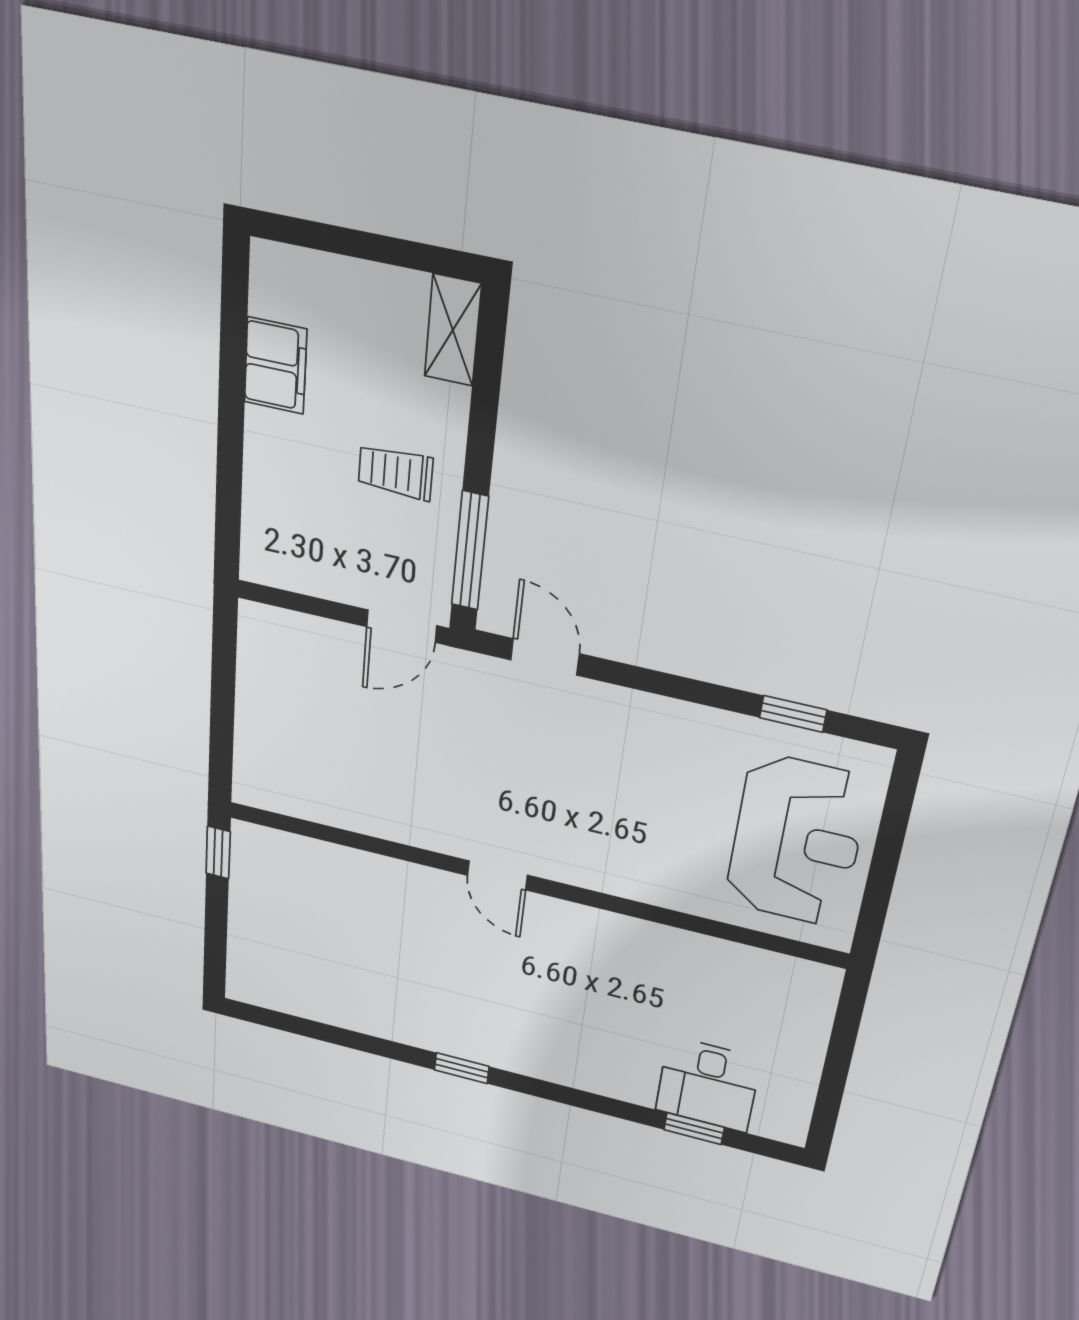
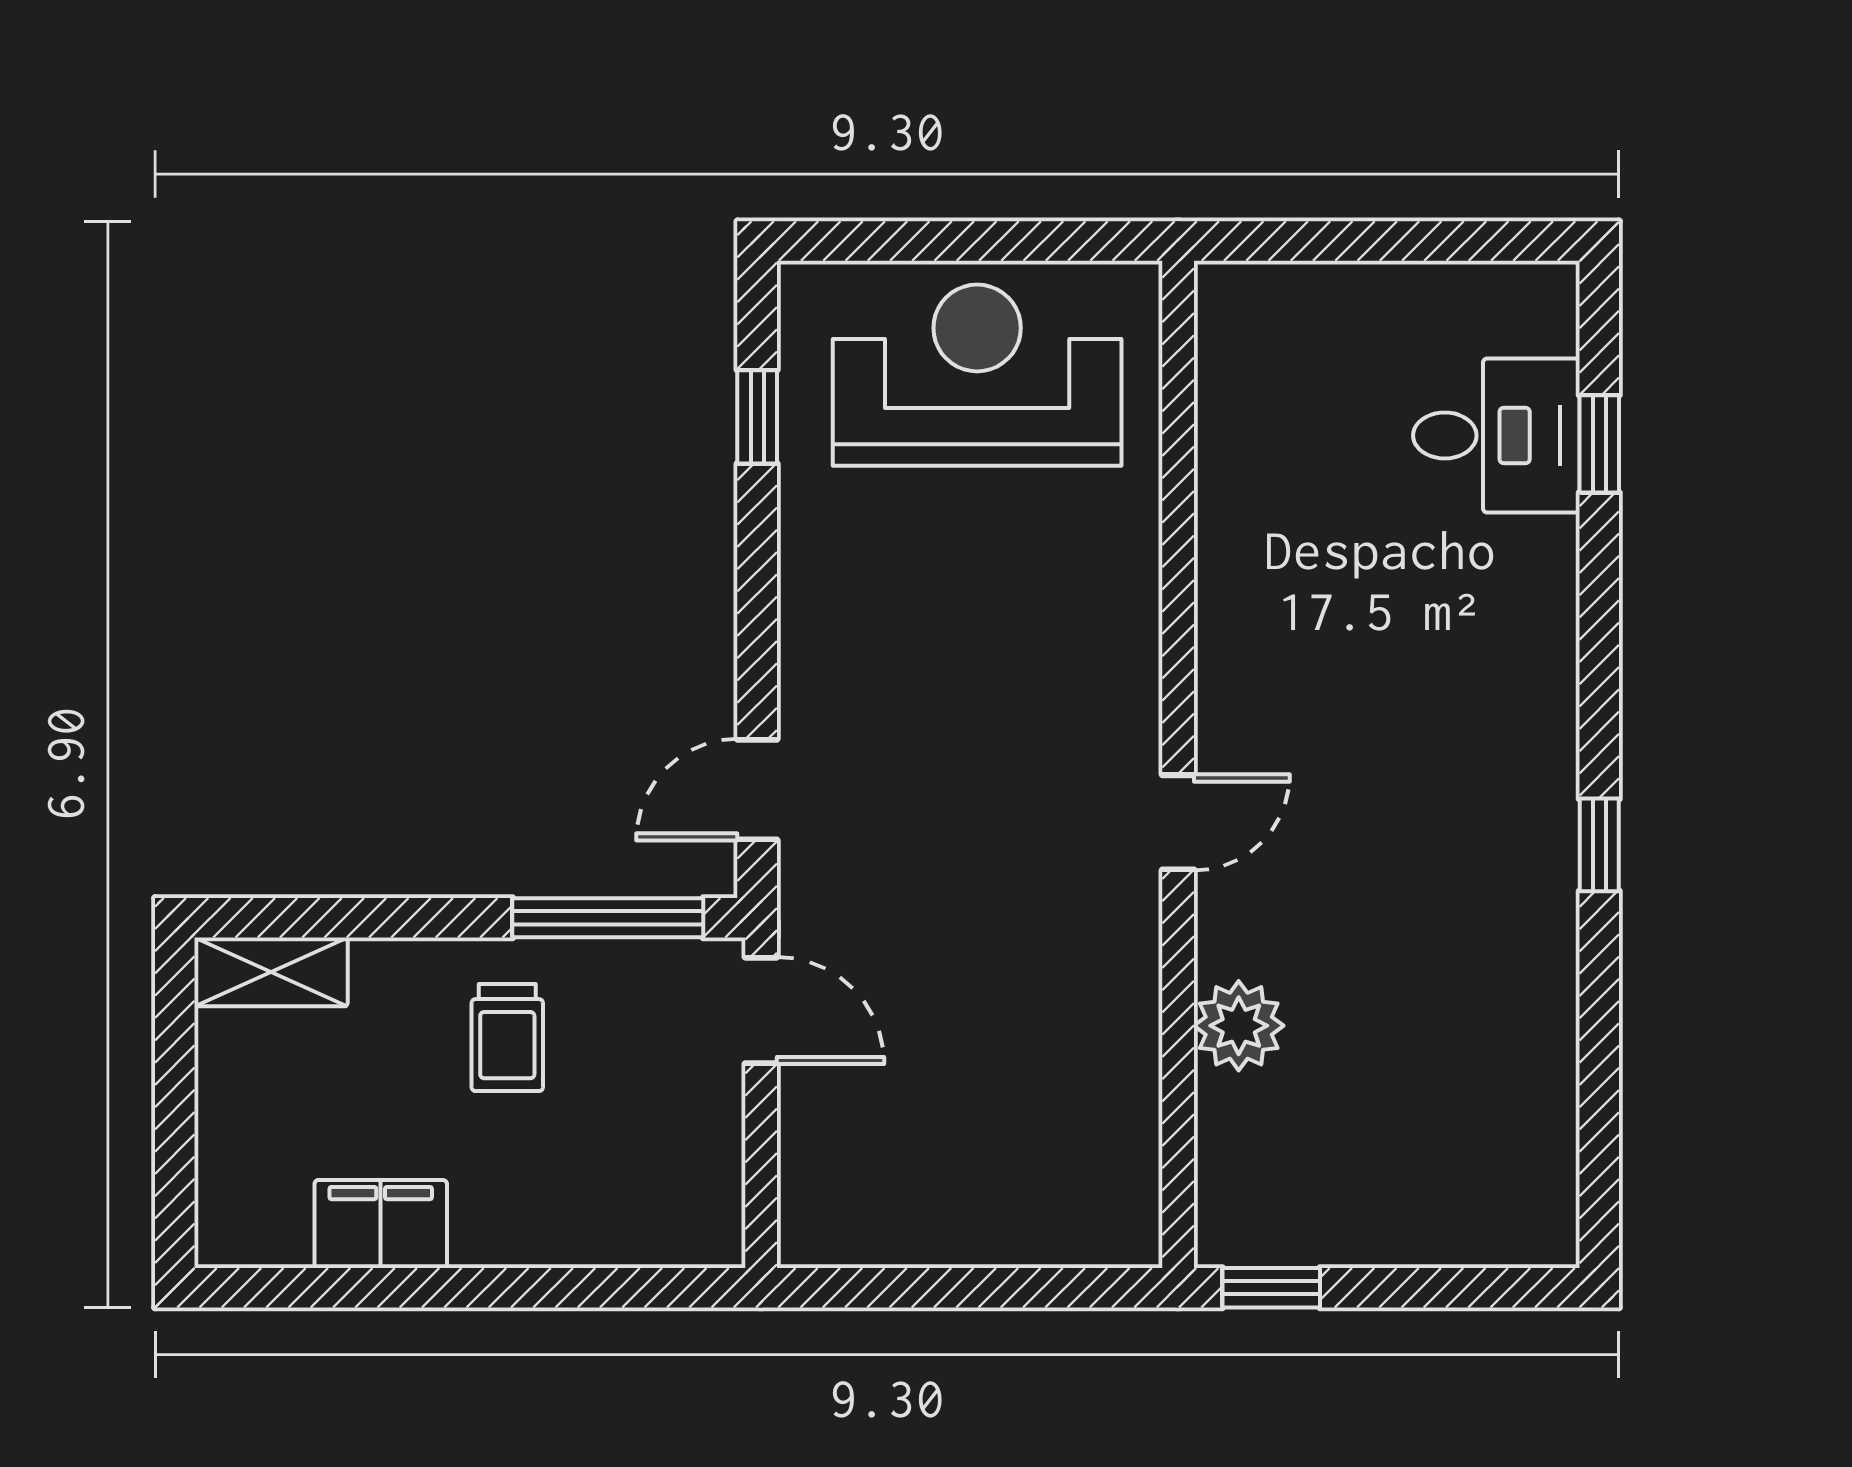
plant: (372, 875) -> (1239, 1026), added

